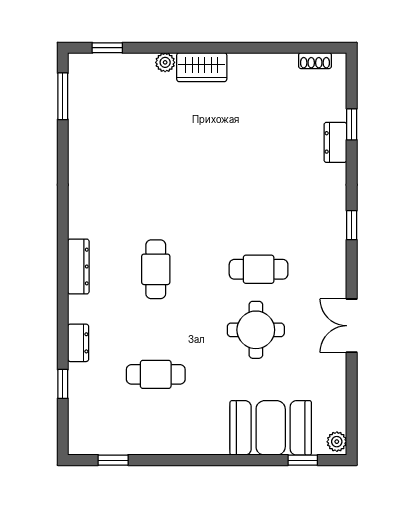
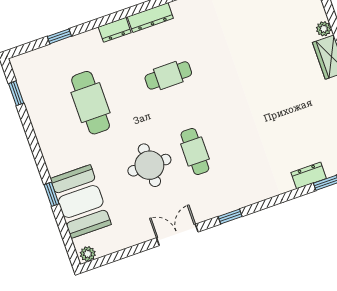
window: (352, 225) -> (230, 216), moved
dresser: (78, 343) -> (115, 30), moved
cafe table: (156, 374) -> (91, 103), width x1.37, depth x1.35
window: (303, 460) -> (51, 194), moved

